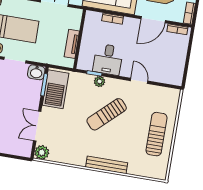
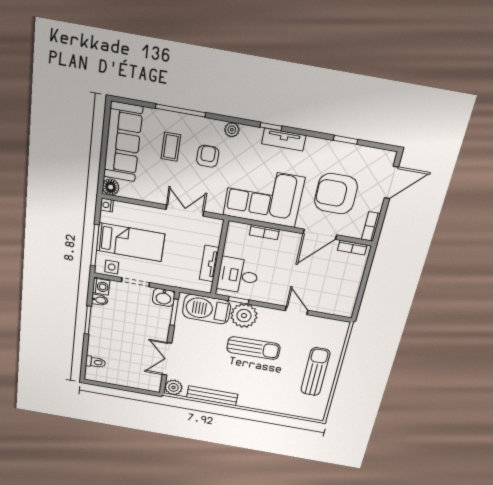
desk: (108, 59) -> (238, 275), moved, turned 90
plant: (99, 81) -> (244, 316), width x1.87, depth x1.87
barbecue: (56, 89) -> (207, 309), moved, turned 90
sun lounger: (107, 114) -> (253, 348), turned -138
bench: (107, 165) -> (212, 396), moved

